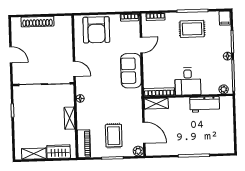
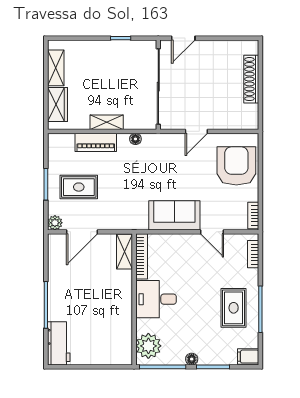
armchair: (96, 30) -> (236, 166), turned 90
door: (11, 55) -> (183, 38), moved
door: (74, 69) -> (196, 131), moved
plant: (224, 89) -> (148, 346), width x1.88, depth x1.88
workbench: (205, 104) -> (59, 343), moved, turned 180
piano: (84, 144) -> (96, 142), moved

